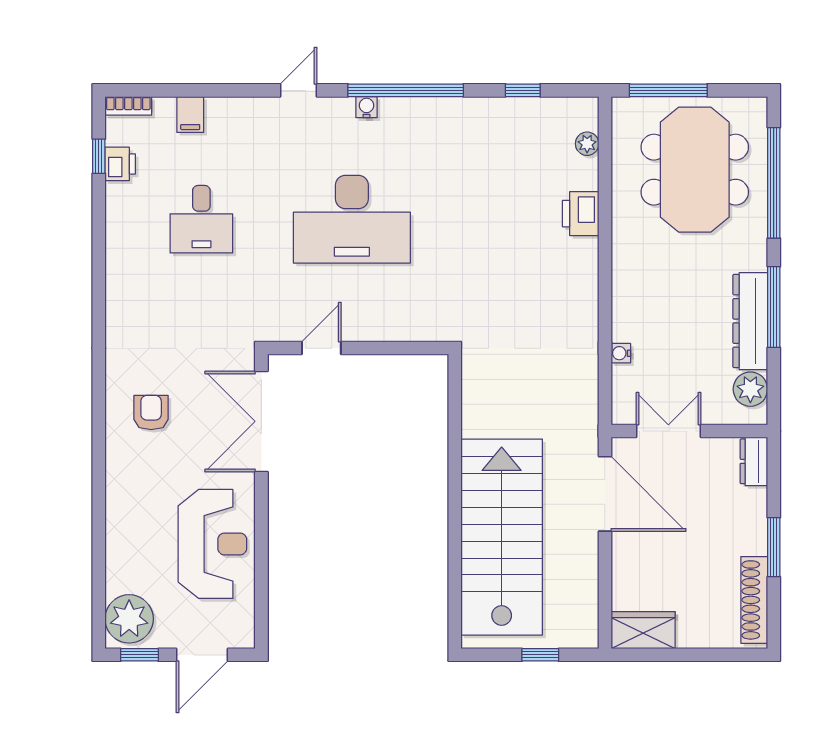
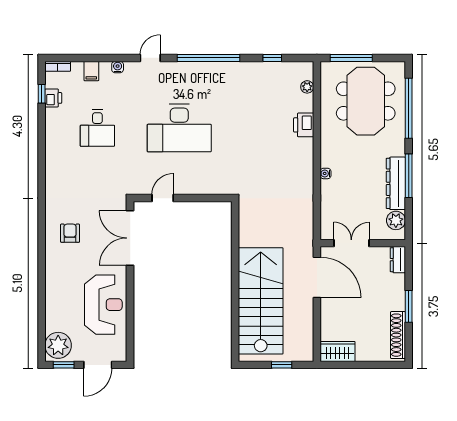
water cooler: (366, 107) -> (118, 67), moved
water cooler: (621, 353) -> (326, 173), moved

